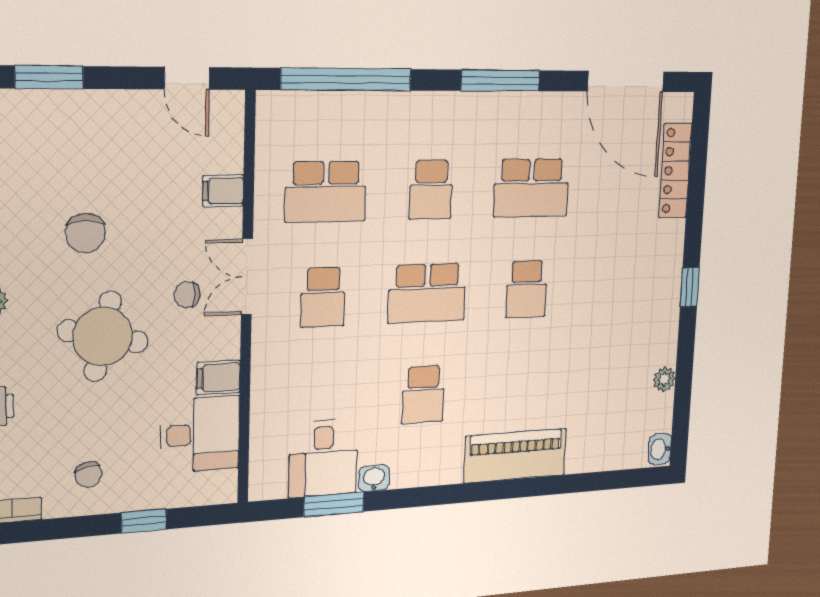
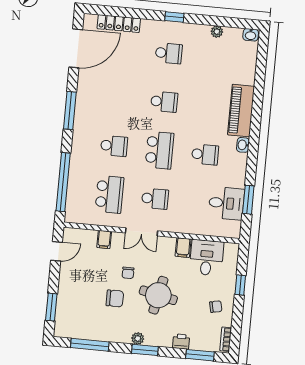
school desk: (531, 188) -> (169, 53), moved, width x0.54
chair: (187, 295) -> (128, 273), moved
washbasin: (374, 478) -> (243, 145), moved

